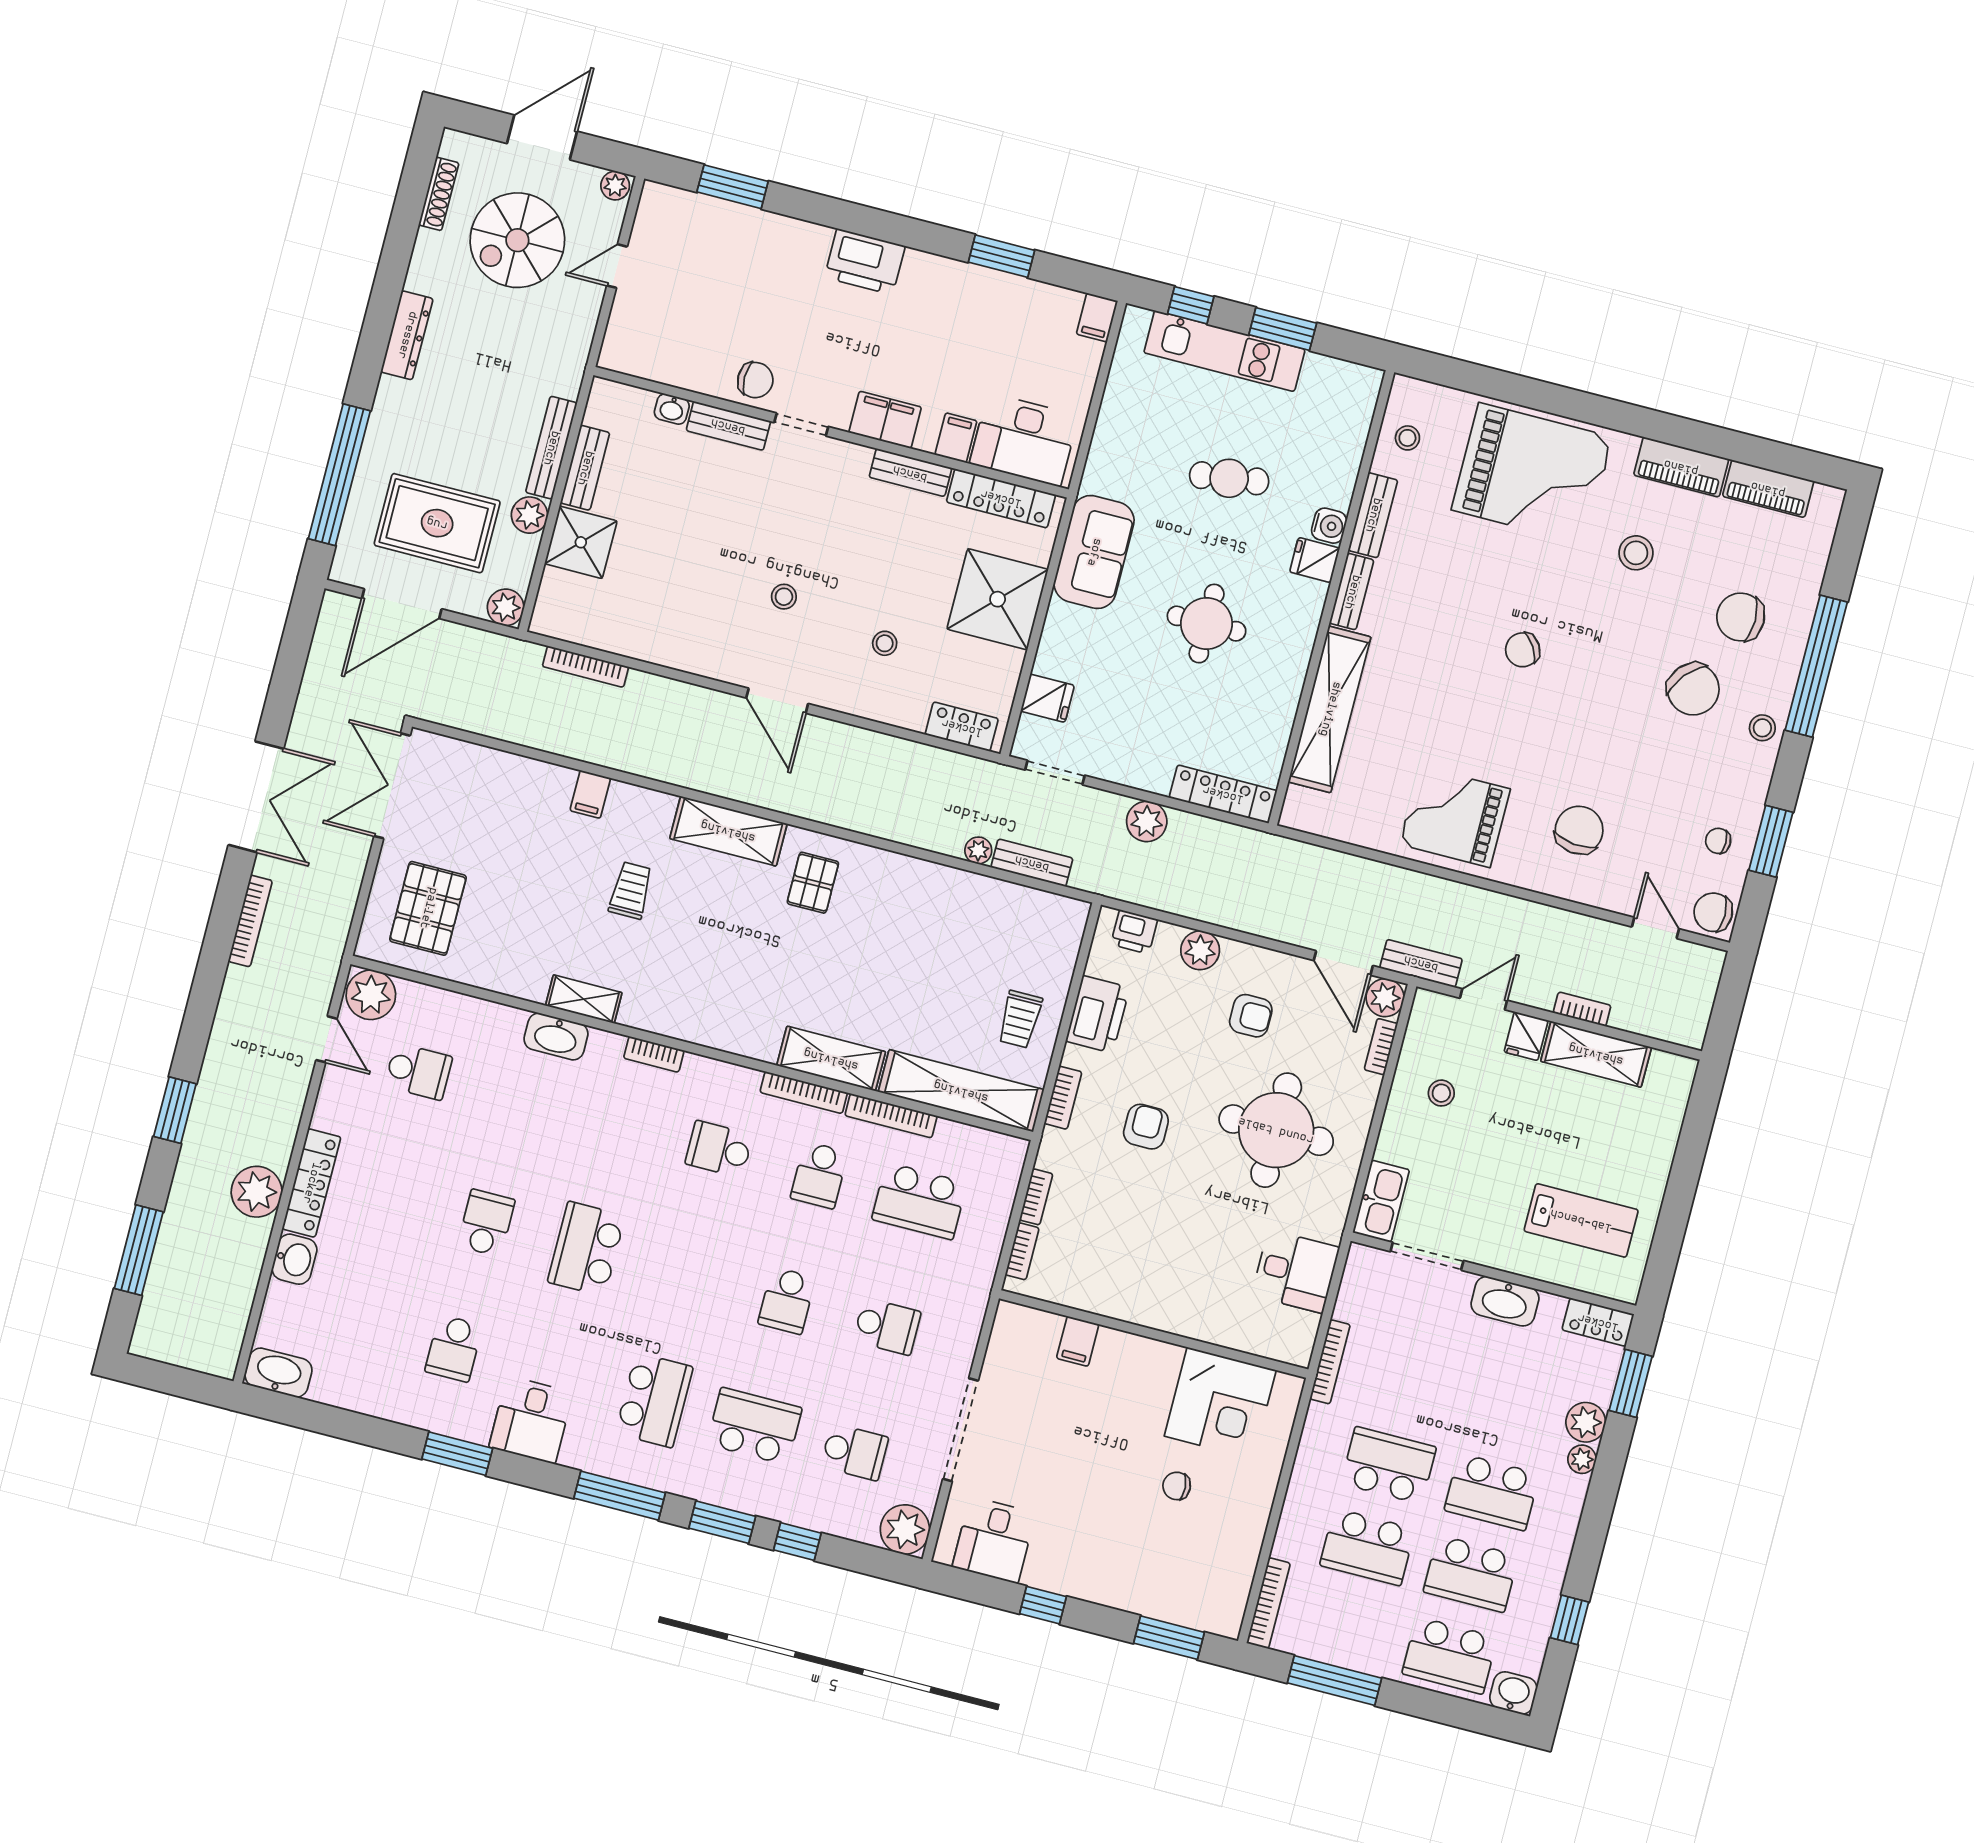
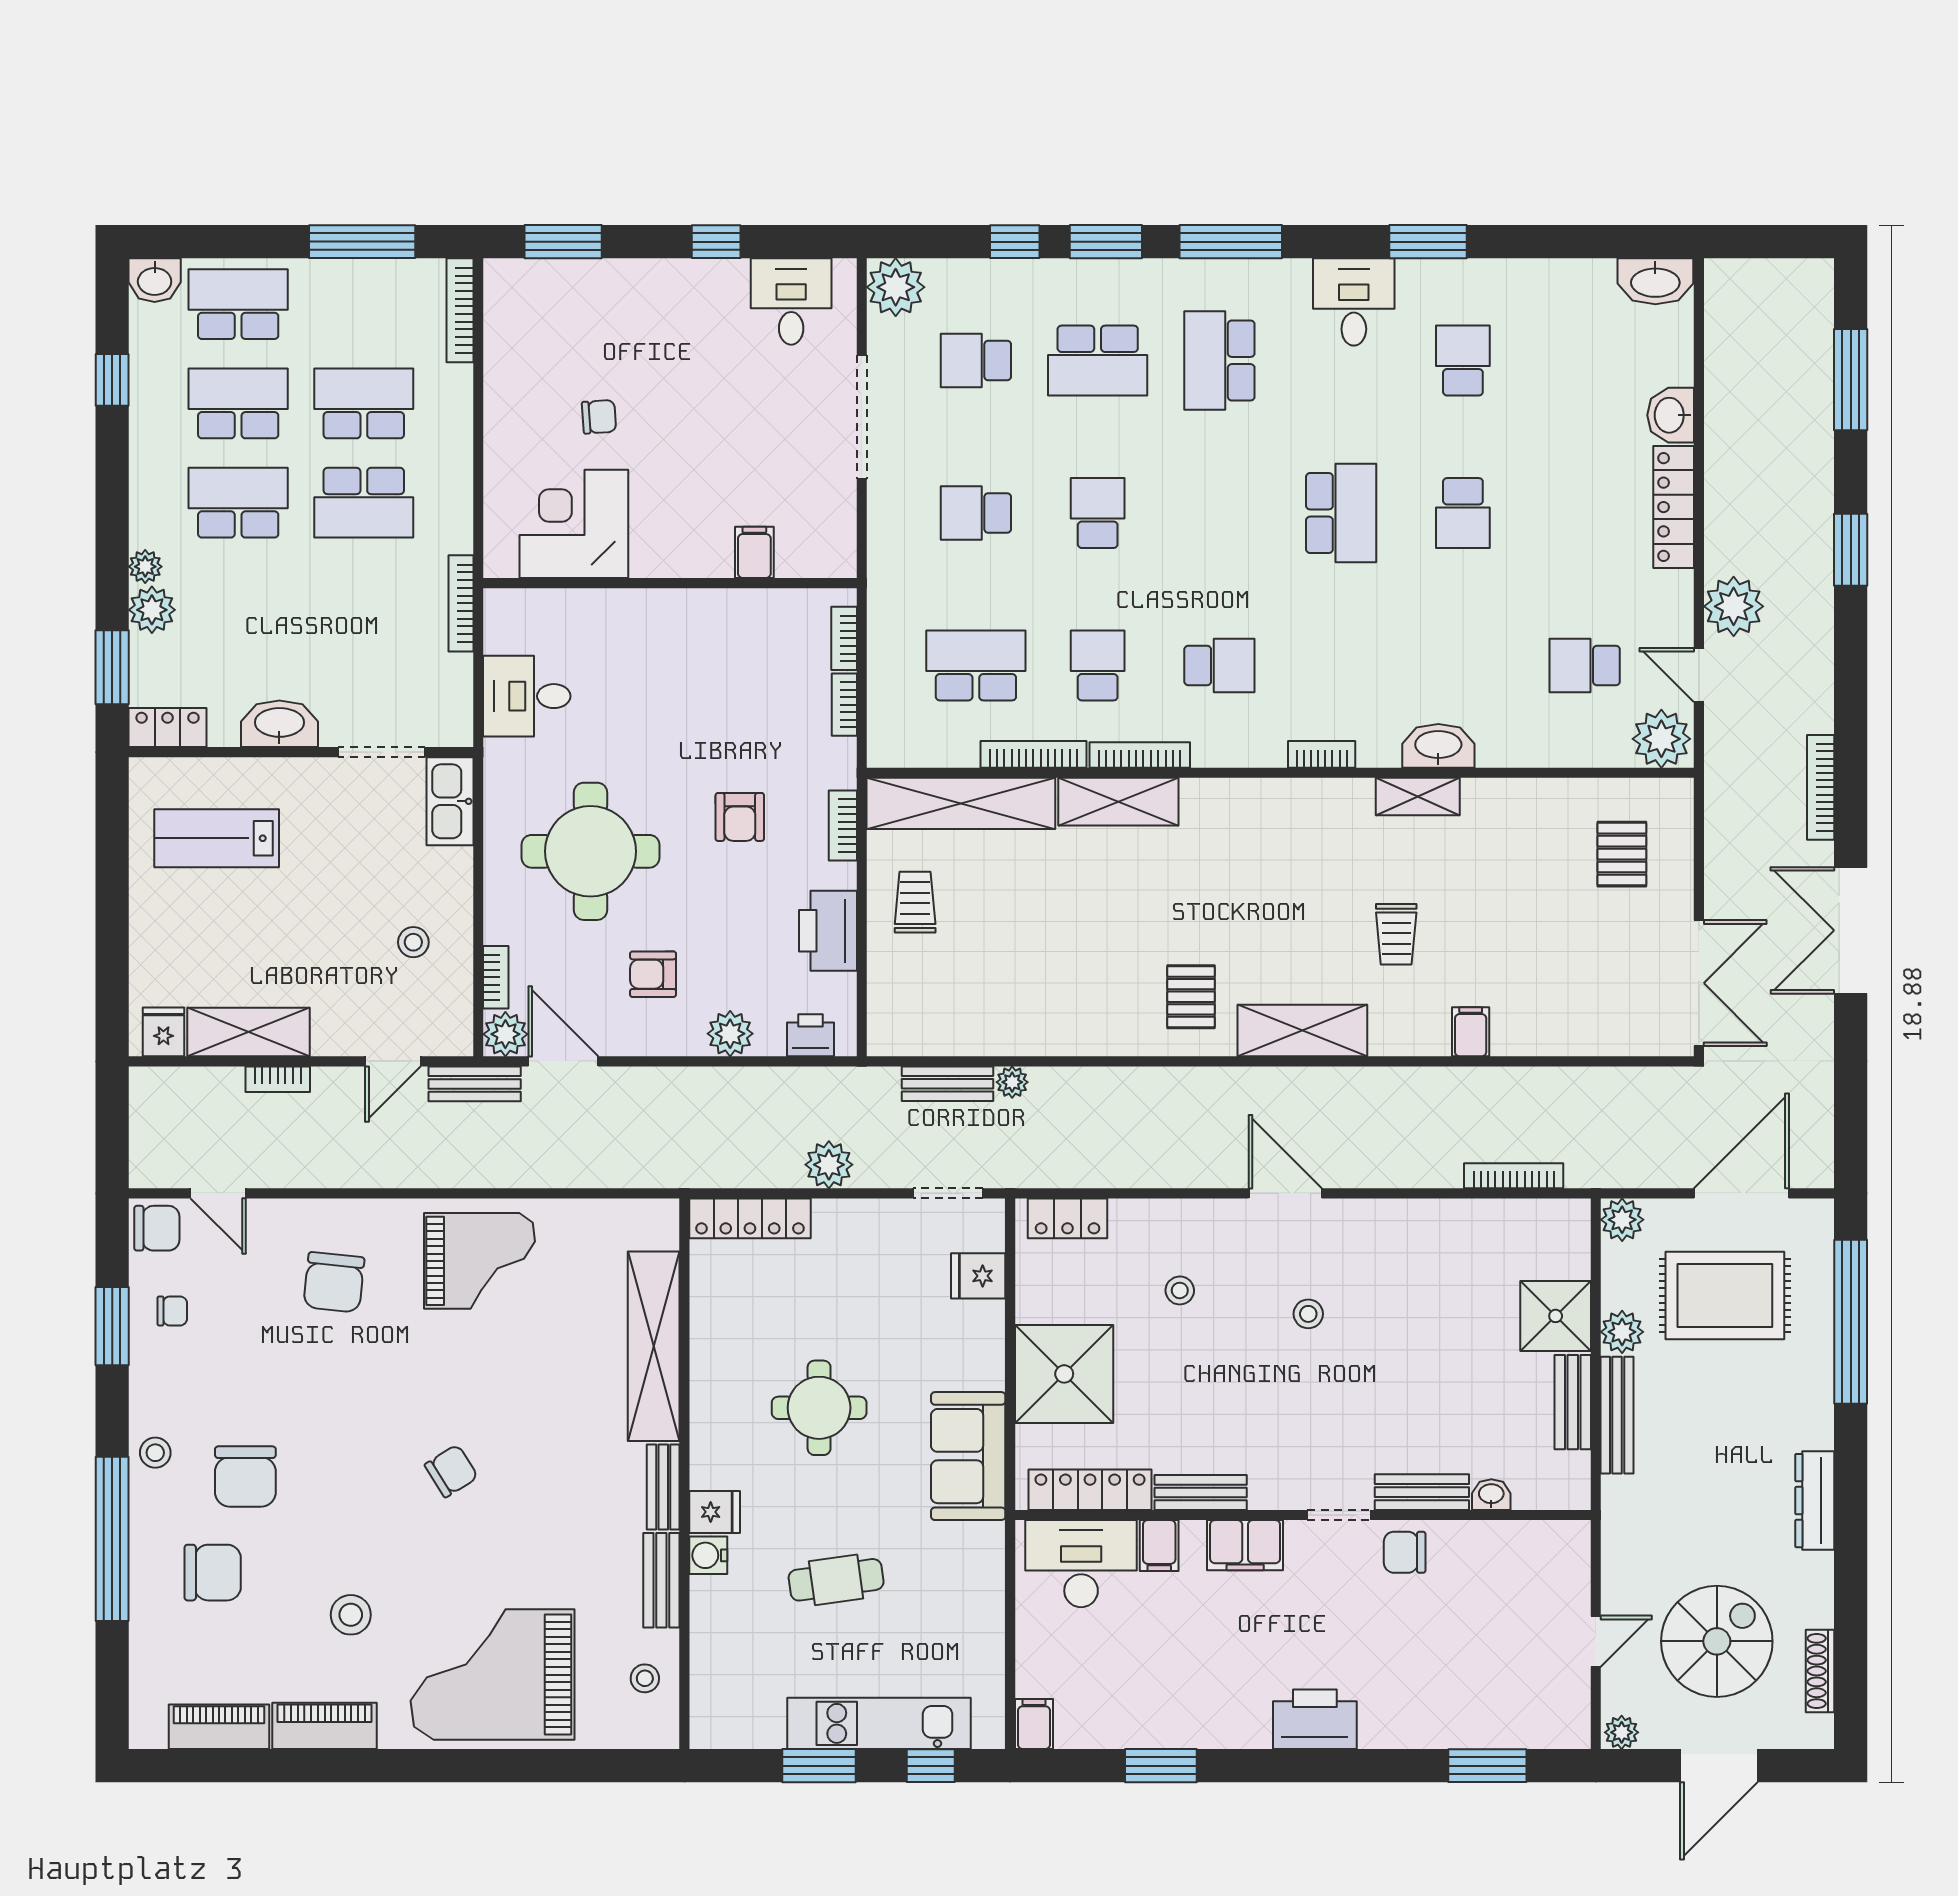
chair: (1693, 689) -> (245, 1476), turned -130
pallet: (428, 908) -> (1622, 854), width x0.67, depth x0.71
fridge: (1526, 1036) -> (163, 1032), moved
plant: (257, 1192) -> (1734, 606), moved

